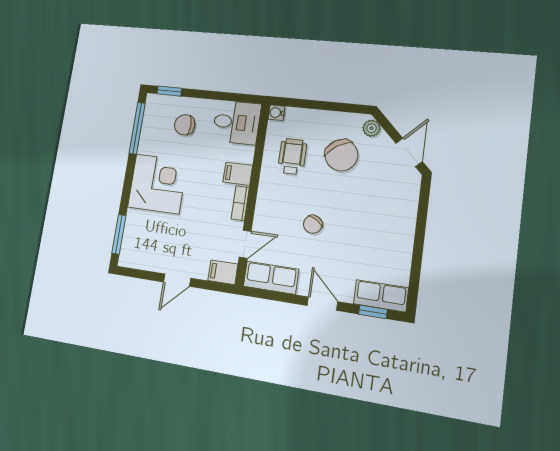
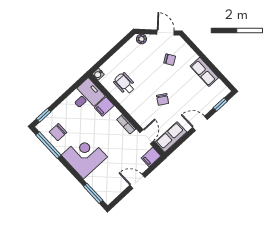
chair: (185, 125) -> (58, 132), moved
chair: (341, 155) -> (170, 60), moved, width x0.54, depth x0.54
filing cabinet: (238, 174) -> (104, 107), moved
door: (177, 280) -> (137, 181), swing flipped
row of seats: (381, 296) -> (204, 72), moved, turned -90

